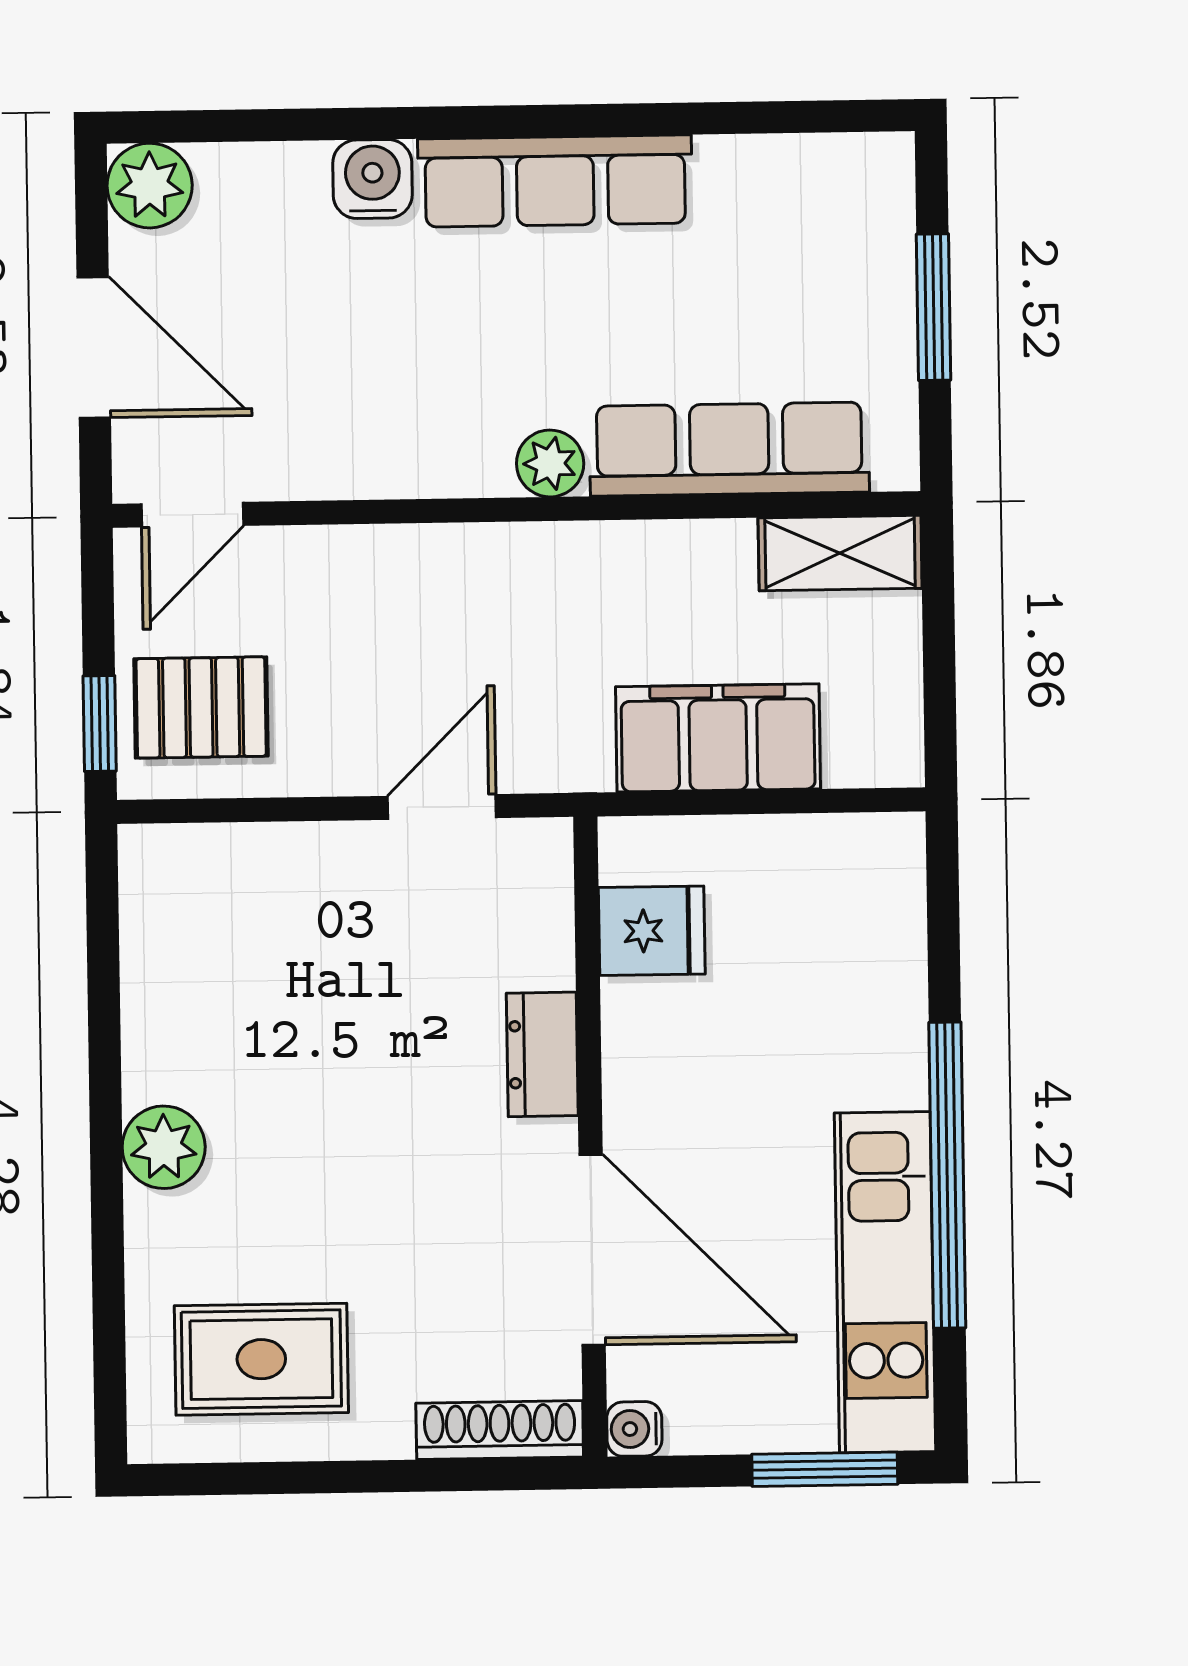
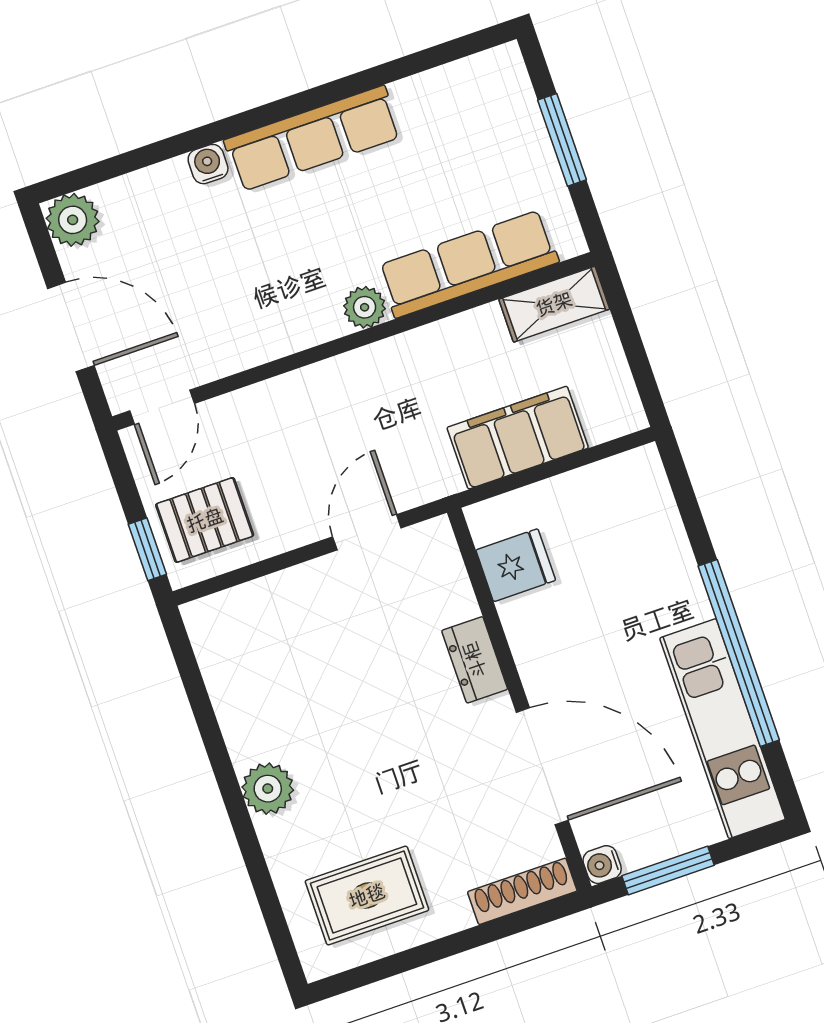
water cooler: (372, 179) -> (208, 164), width x0.72, depth x0.72
window: (825, 1469) -> (668, 871), moved

